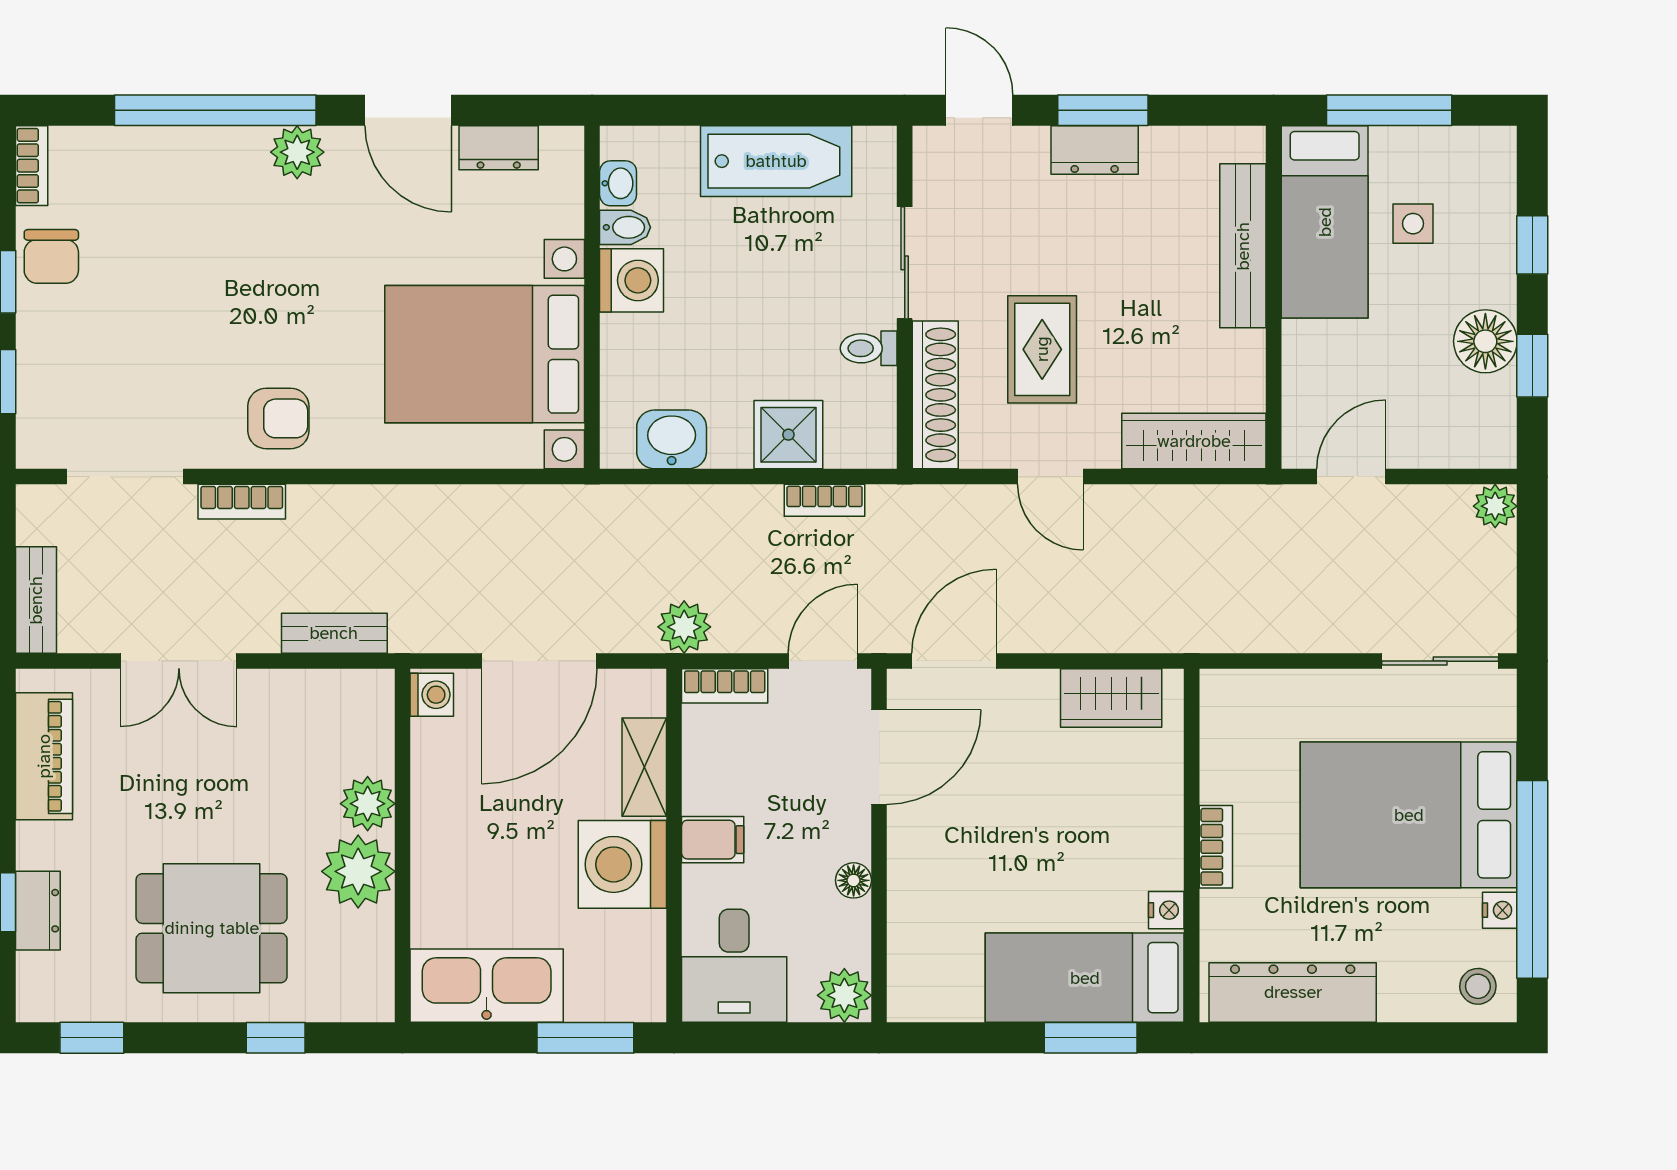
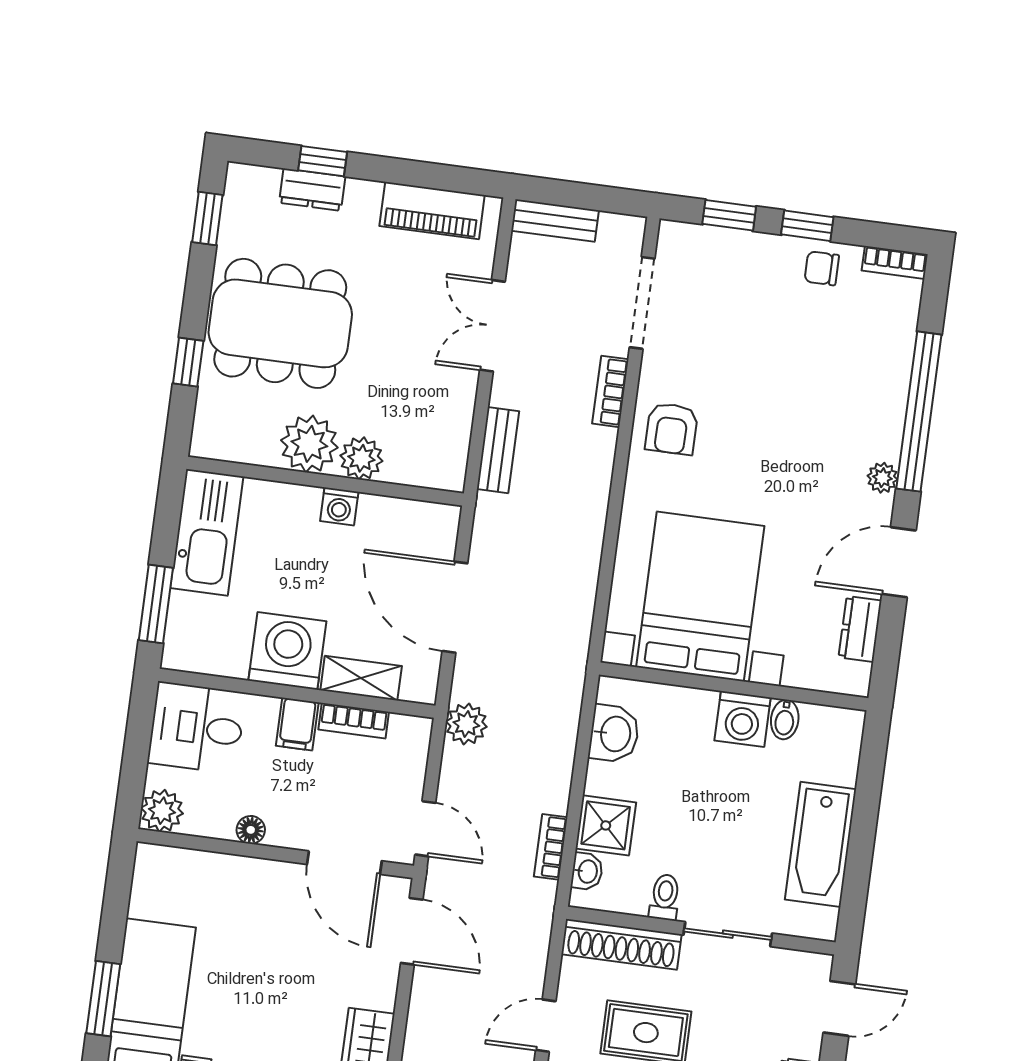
plant: (297, 152) -> (882, 478), width x0.73, depth x0.73
washbasin: (618, 183) -> (587, 871), moved, turned -90
chair: (51, 256) -> (822, 268), width x0.73, depth x0.73
bookcase: (725, 686) -> (354, 721), moved, turned -90
washing machine: (432, 695) -> (339, 506), moved
dining table: (212, 928) -> (280, 323), width x1.38

